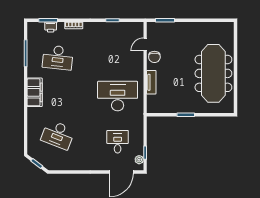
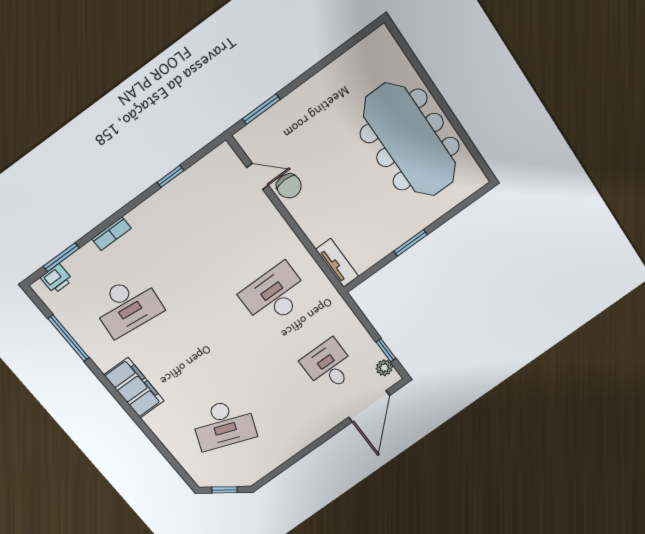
printer: (51, 27) -> (56, 279), moved
door: (145, 44) -> (258, 176), swing flipped
tv unit: (151, 82) -> (337, 263), moved
desk: (118, 96) -> (275, 295), width x0.73, depth x0.77

